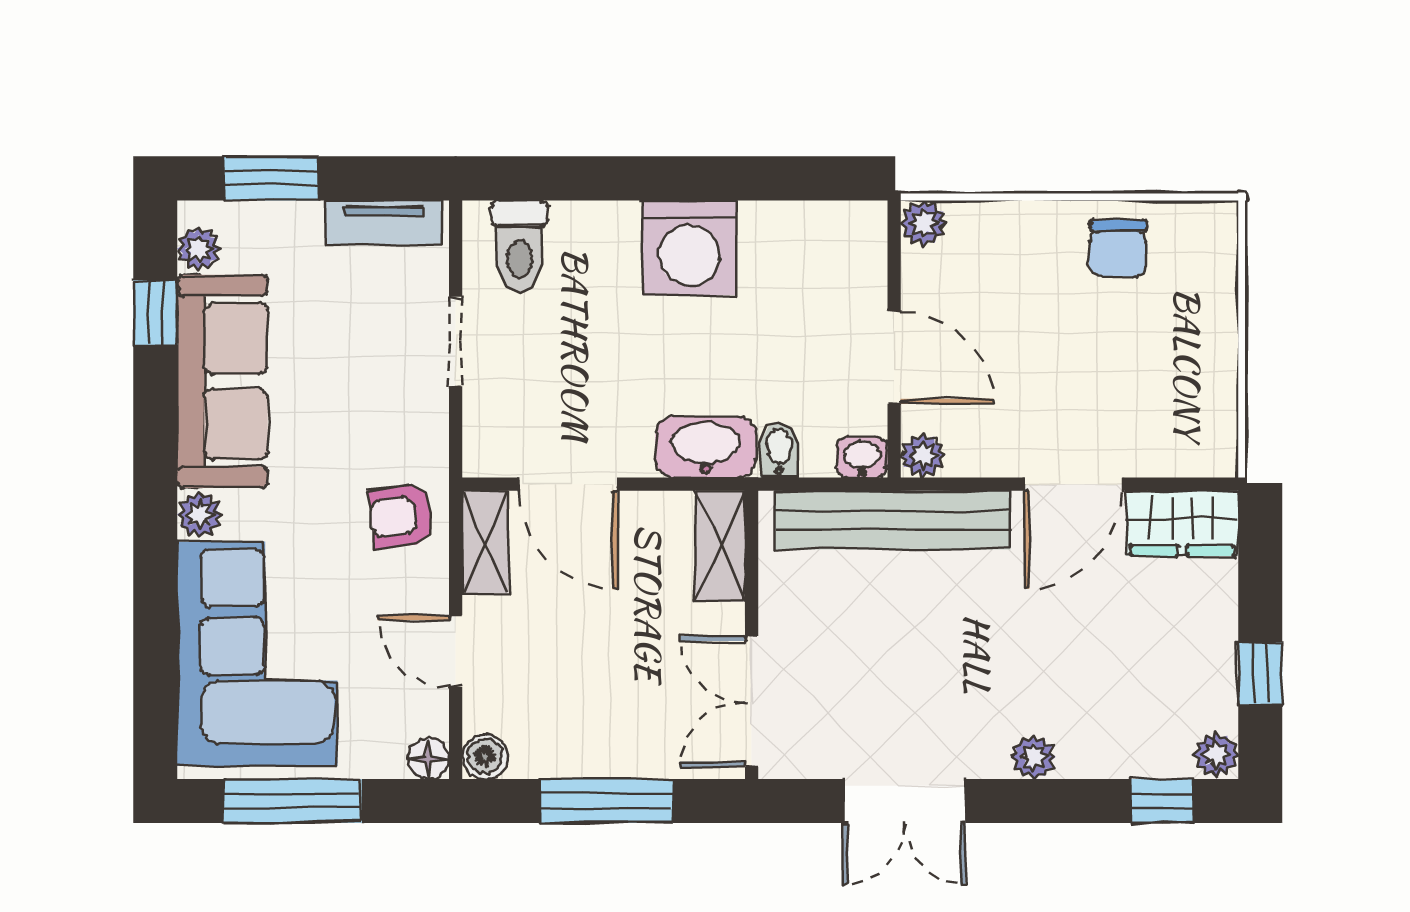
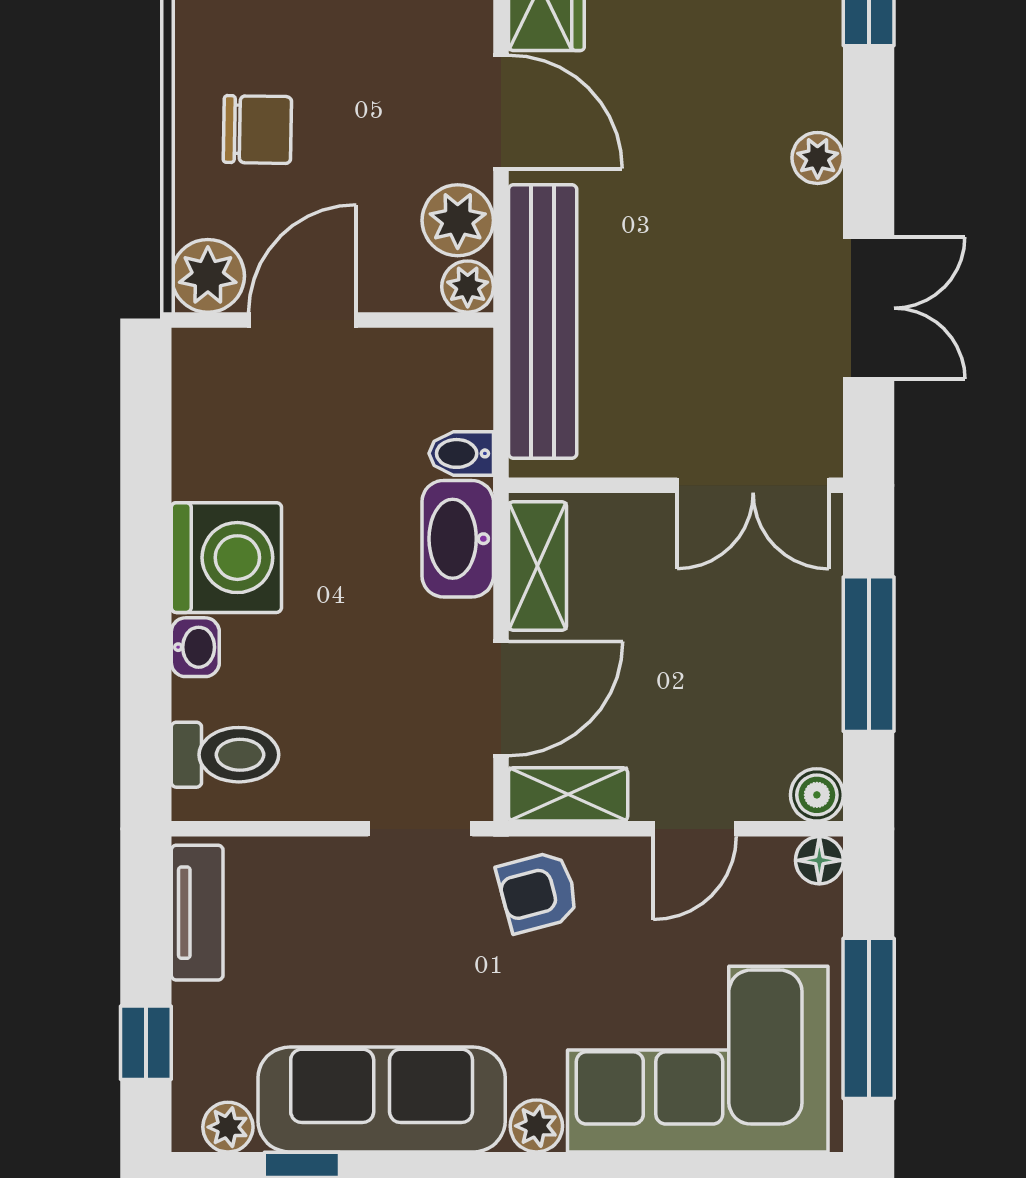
window: (271, 178) -> (146, 1043), width x0.67
plant: (924, 223) -> (208, 276), width x1.38, depth x1.38
chair: (1118, 248) -> (257, 130), moved
doorway: (456, 341) -> (420, 829), moved
door: (894, 358) -> (303, 320), moved
plant: (980, 447) -> (458, 220), added
washbasin: (862, 457) -> (195, 647), moved, turned 180
armchair: (401, 516) -> (538, 892), turned 82
shelving: (720, 546) -> (538, 566), moved, turned 90

